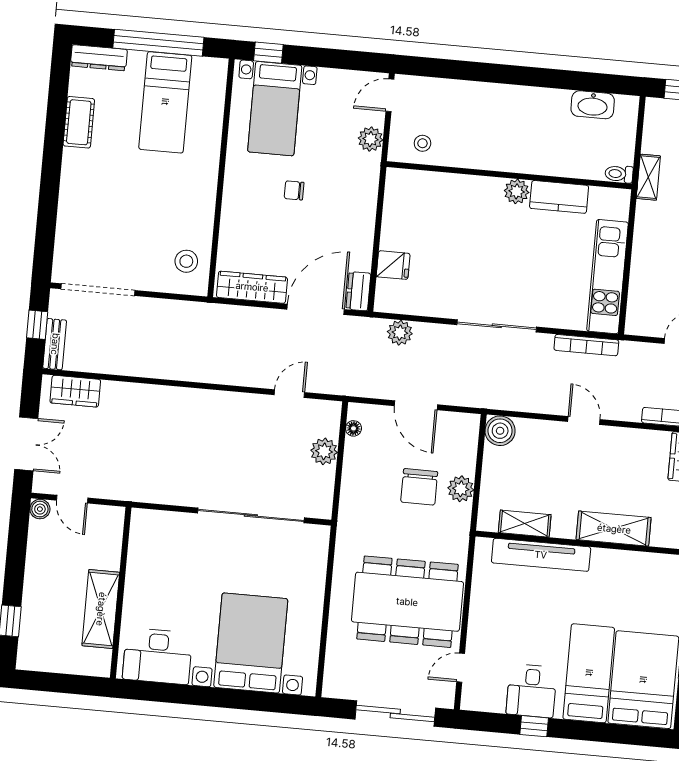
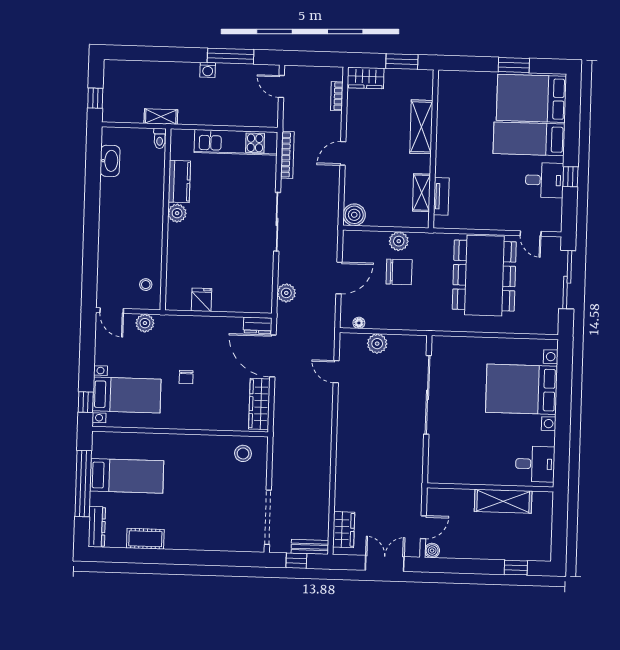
fridge: (393, 265) -> (202, 300), moved
tv unit: (541, 555) -> (441, 196), width x0.52, depth x0.78
desk: (158, 656) -> (535, 464), width x0.73

